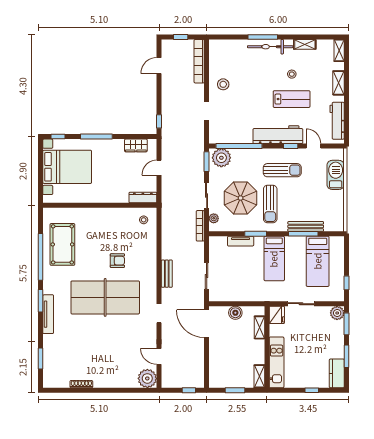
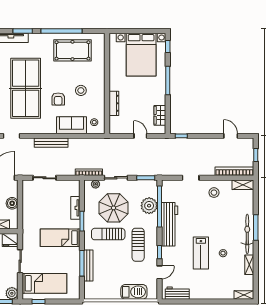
shelving: (339, 83) -> (243, 185), moved
workbench: (337, 121) -> (177, 293), width x0.73
workbench: (278, 135) -> (170, 224), moved
plant: (221, 158) -> (149, 206), moved
dresser: (143, 198) -> (114, 103), moved
stool: (108, 235) -> (81, 90), added
sofa: (147, 246) -> (72, 125), added
bed: (318, 261) -> (44, 283), moved, turned 180
bench: (167, 274) -> (51, 143), width x1.36

